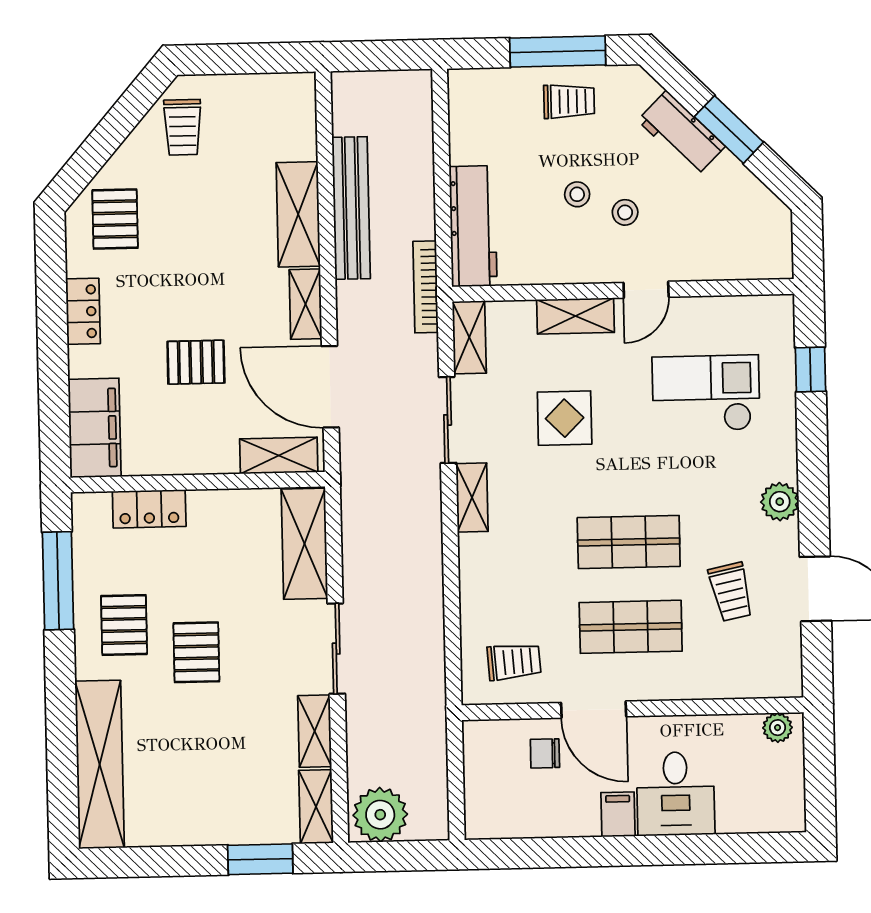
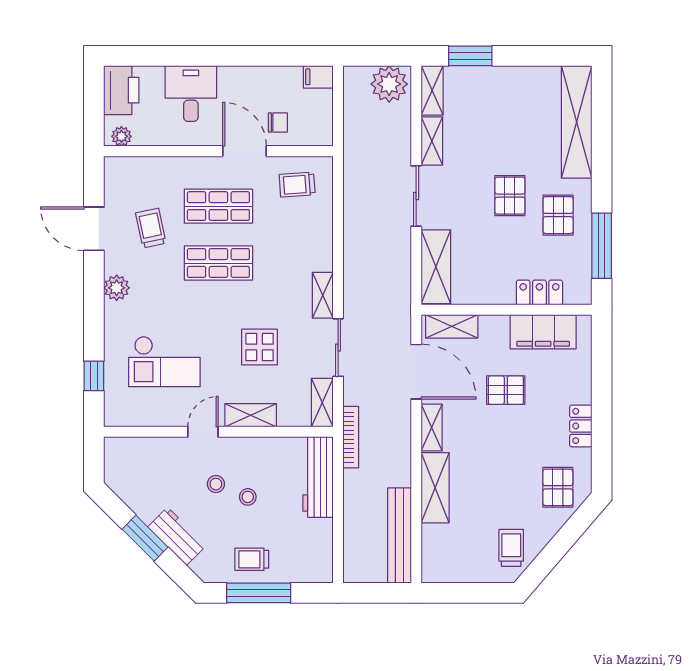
bench: (351, 208) -> (399, 536), moved
filing cabinet: (95, 428) -> (543, 332), moved, turned -90
printer: (779, 796) -> (121, 90), added
filing cabinet: (618, 814) -> (318, 77), moved, turned 90

